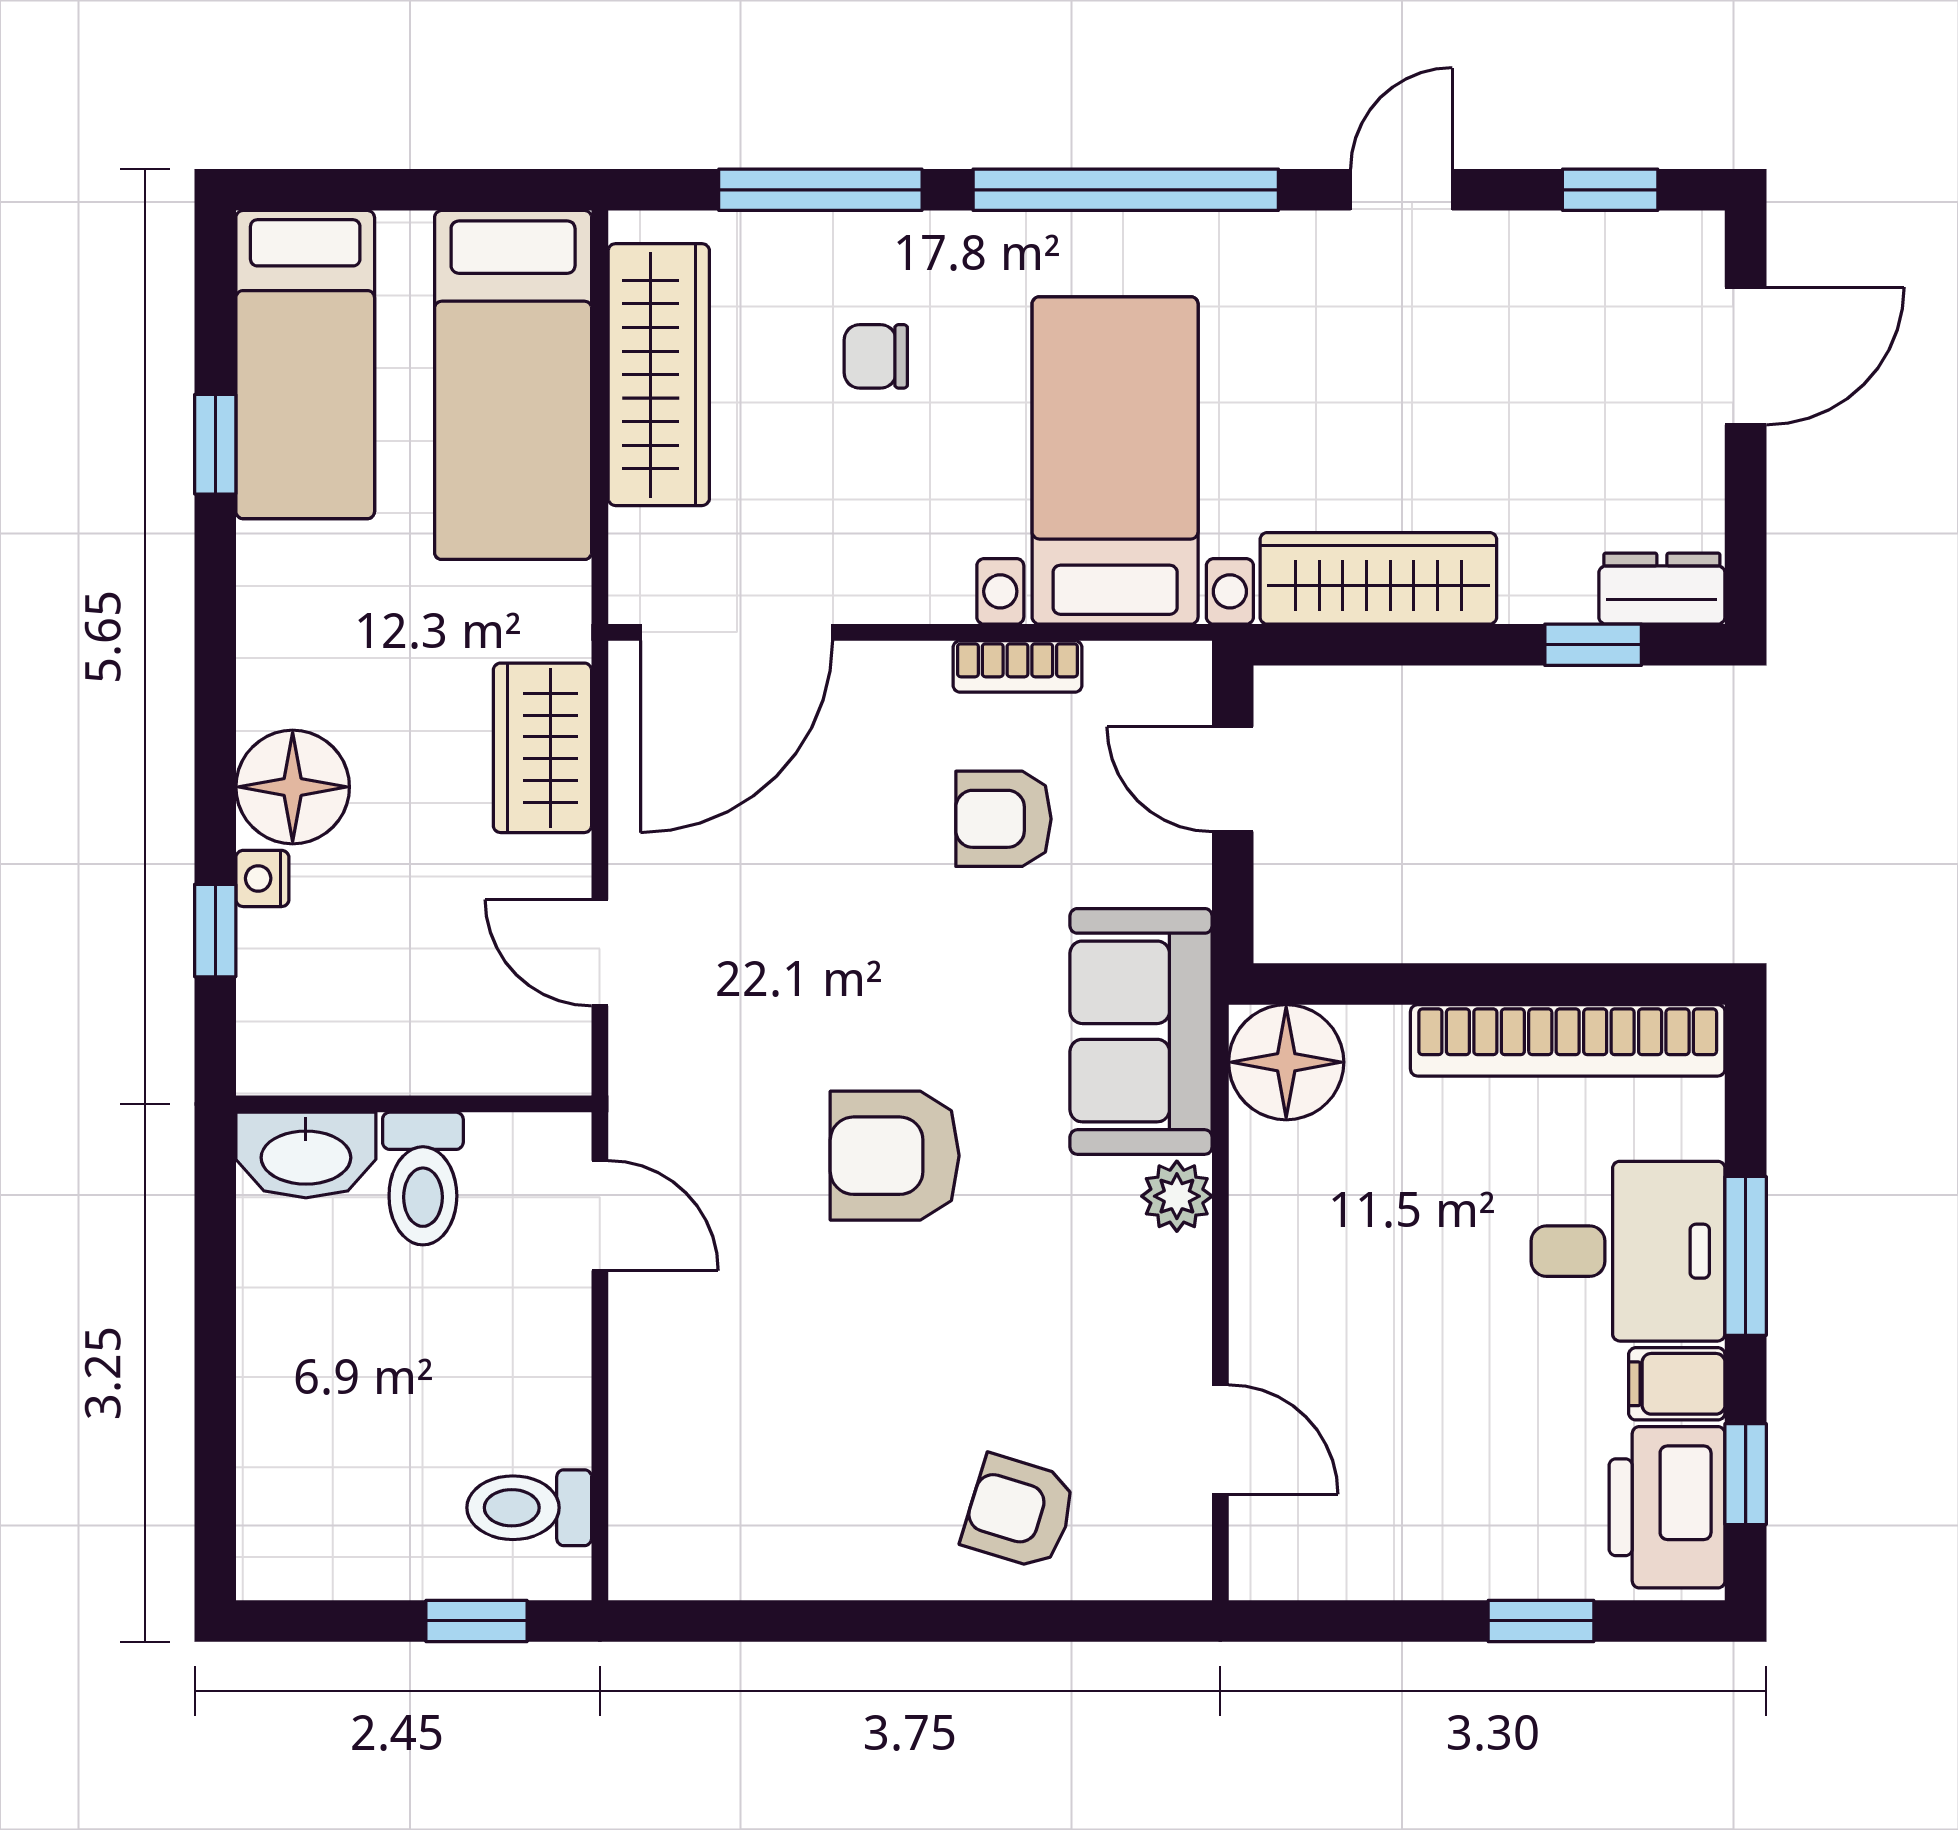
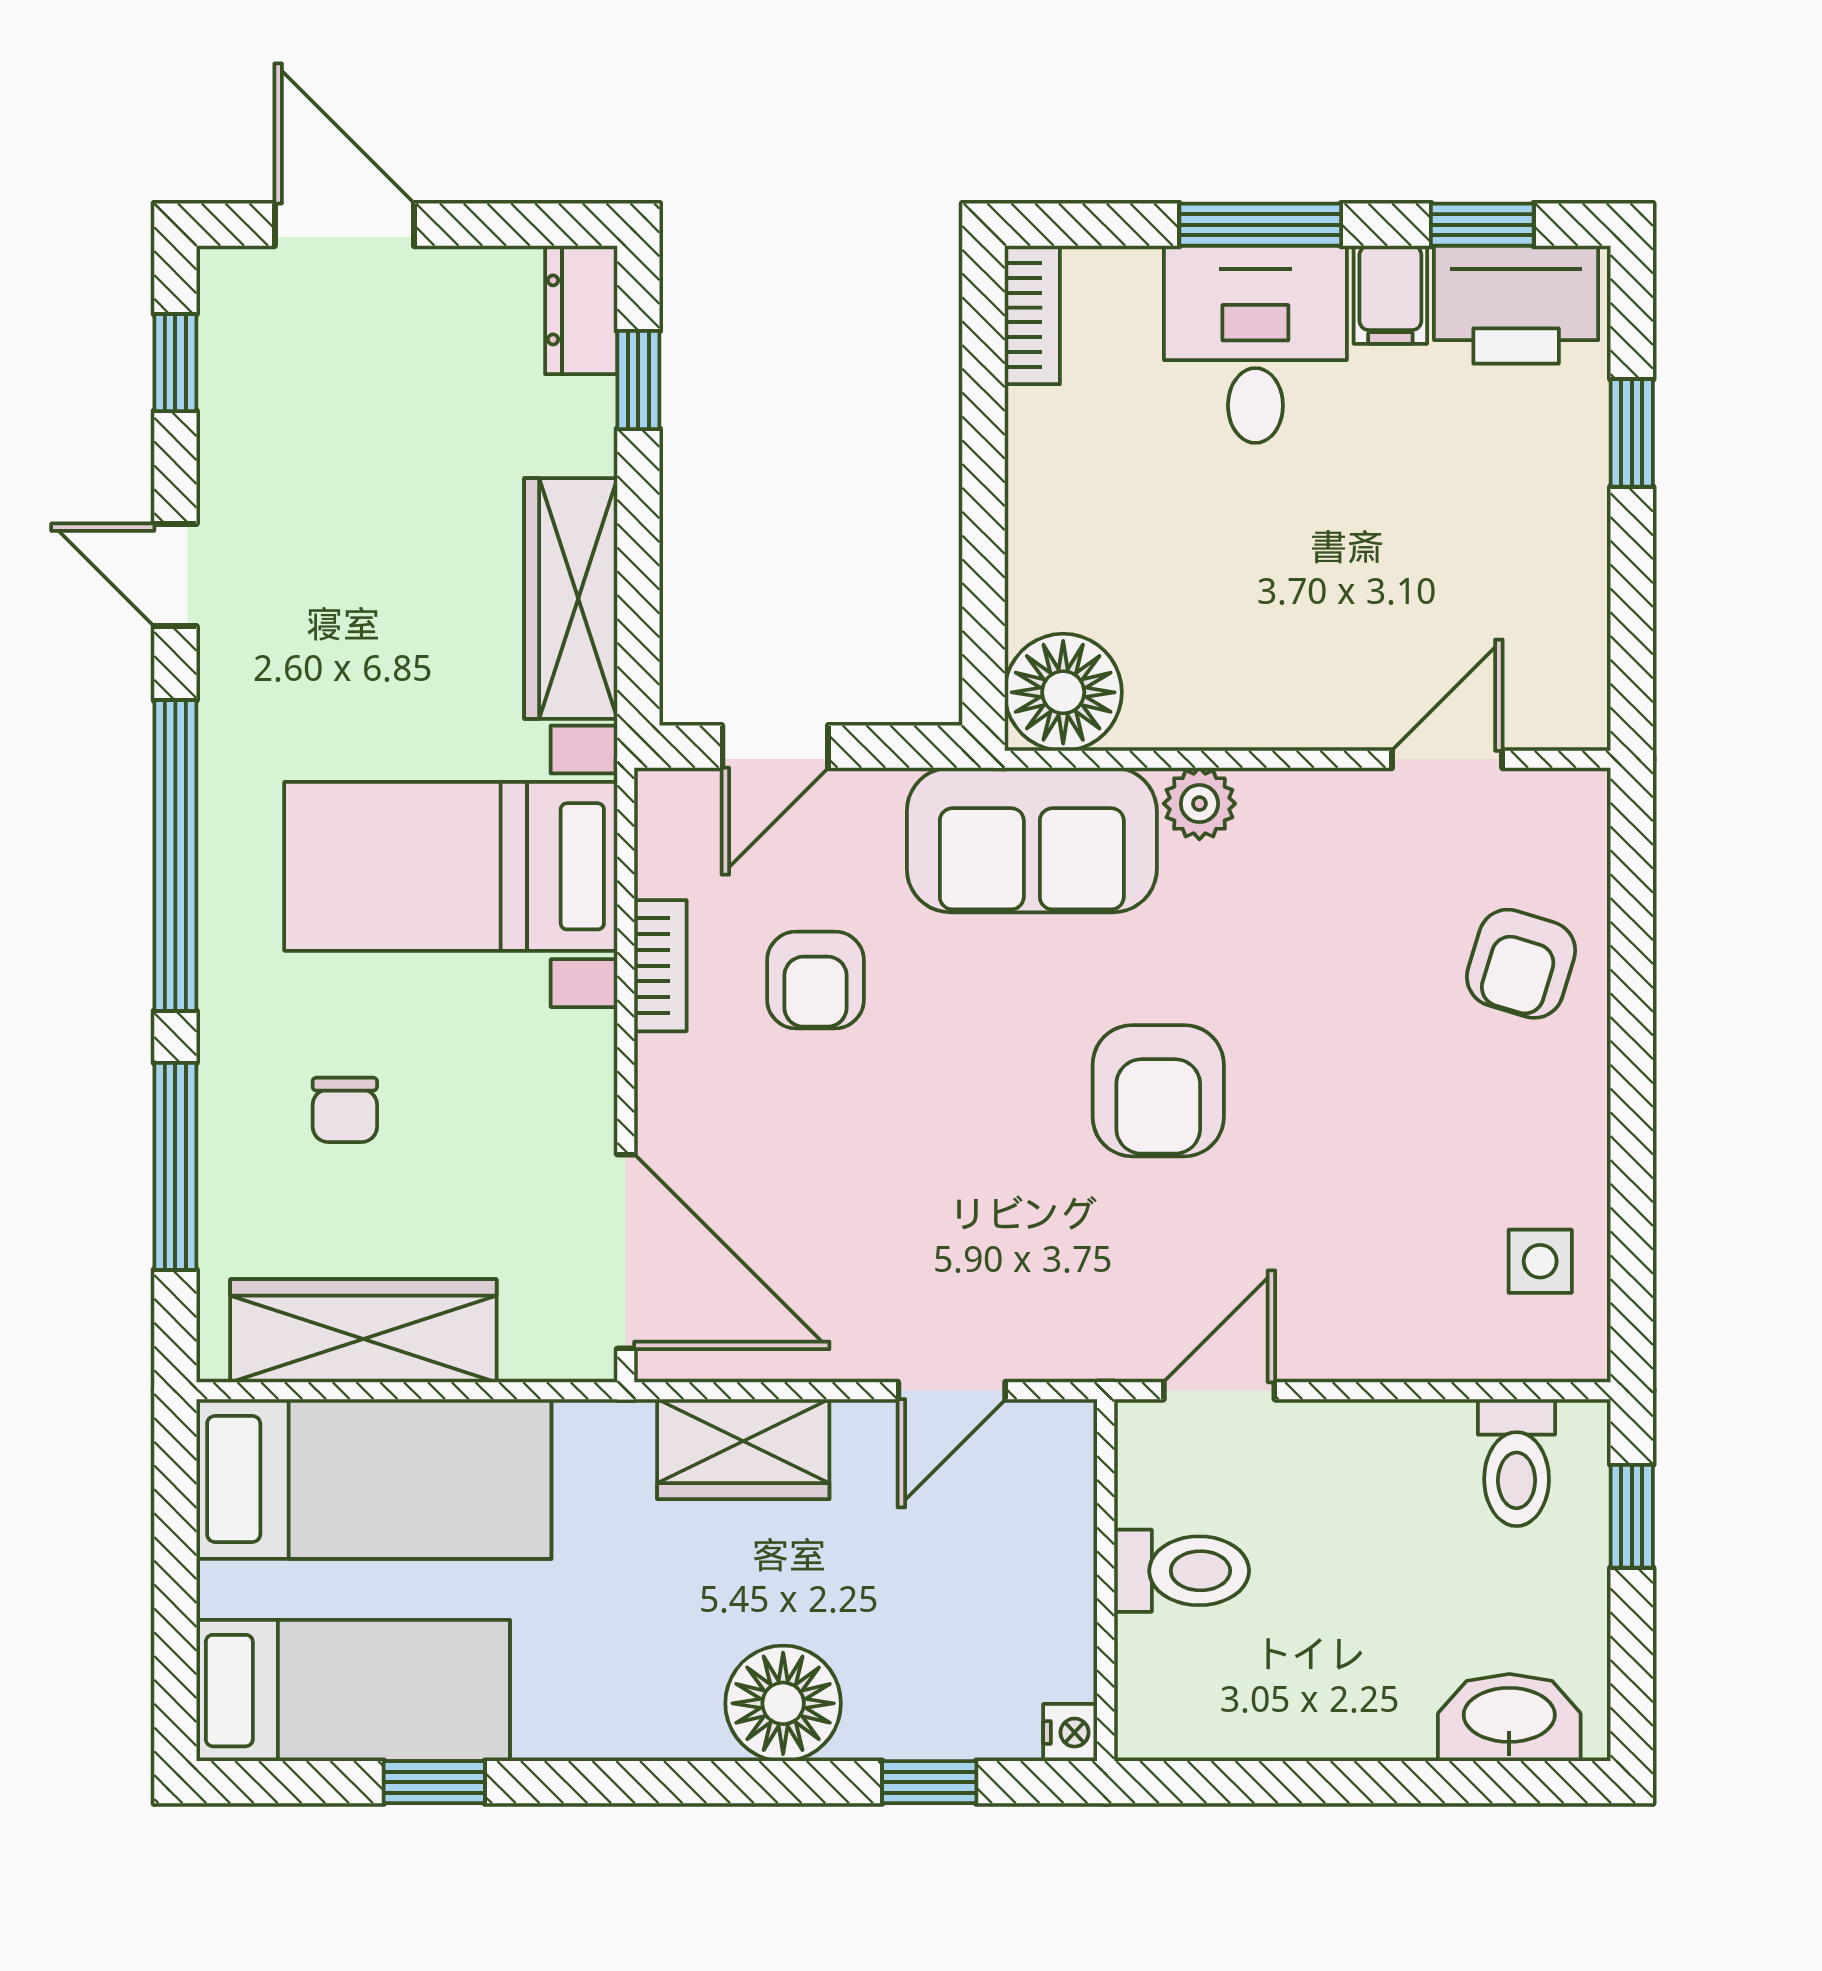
nightstand: (262, 878) -> (1070, 1733), moved, turned -90
bookcase: (1568, 1040) -> (1032, 315), width x0.43, depth x0.76
washbasin: (306, 1155) -> (1509, 1718), moved, turned -90
side table: (727, 1531) -> (1540, 1261), added

